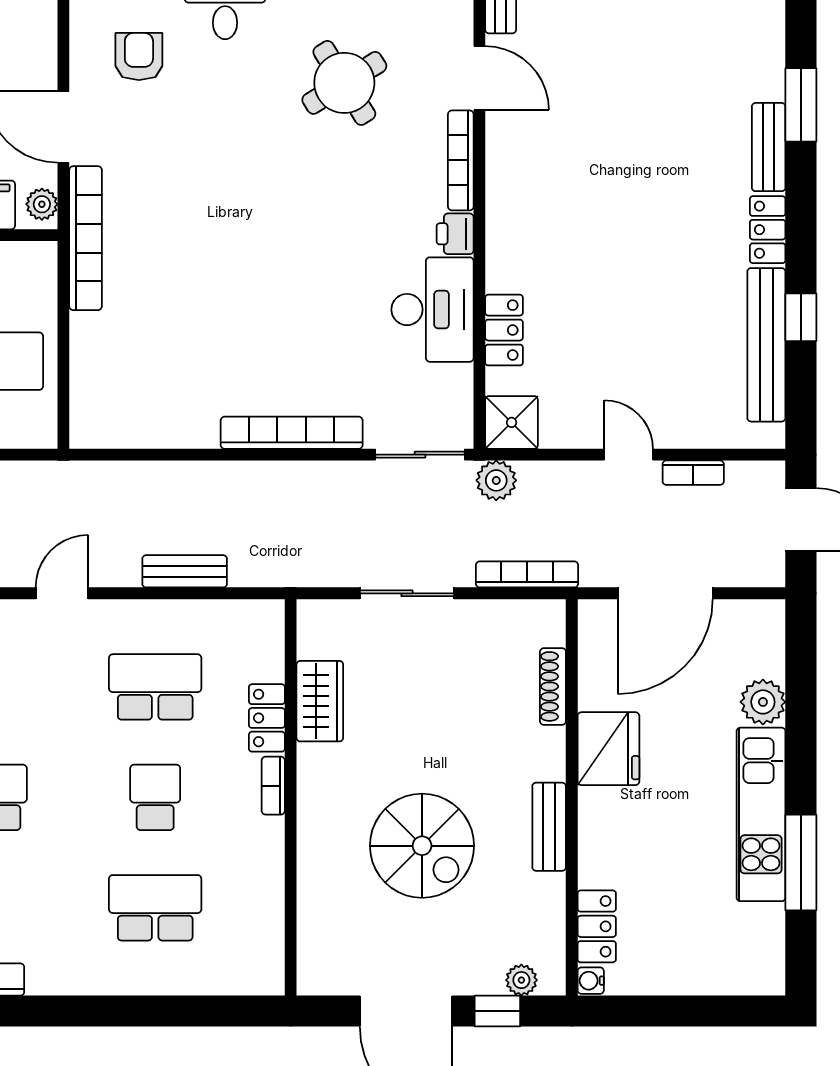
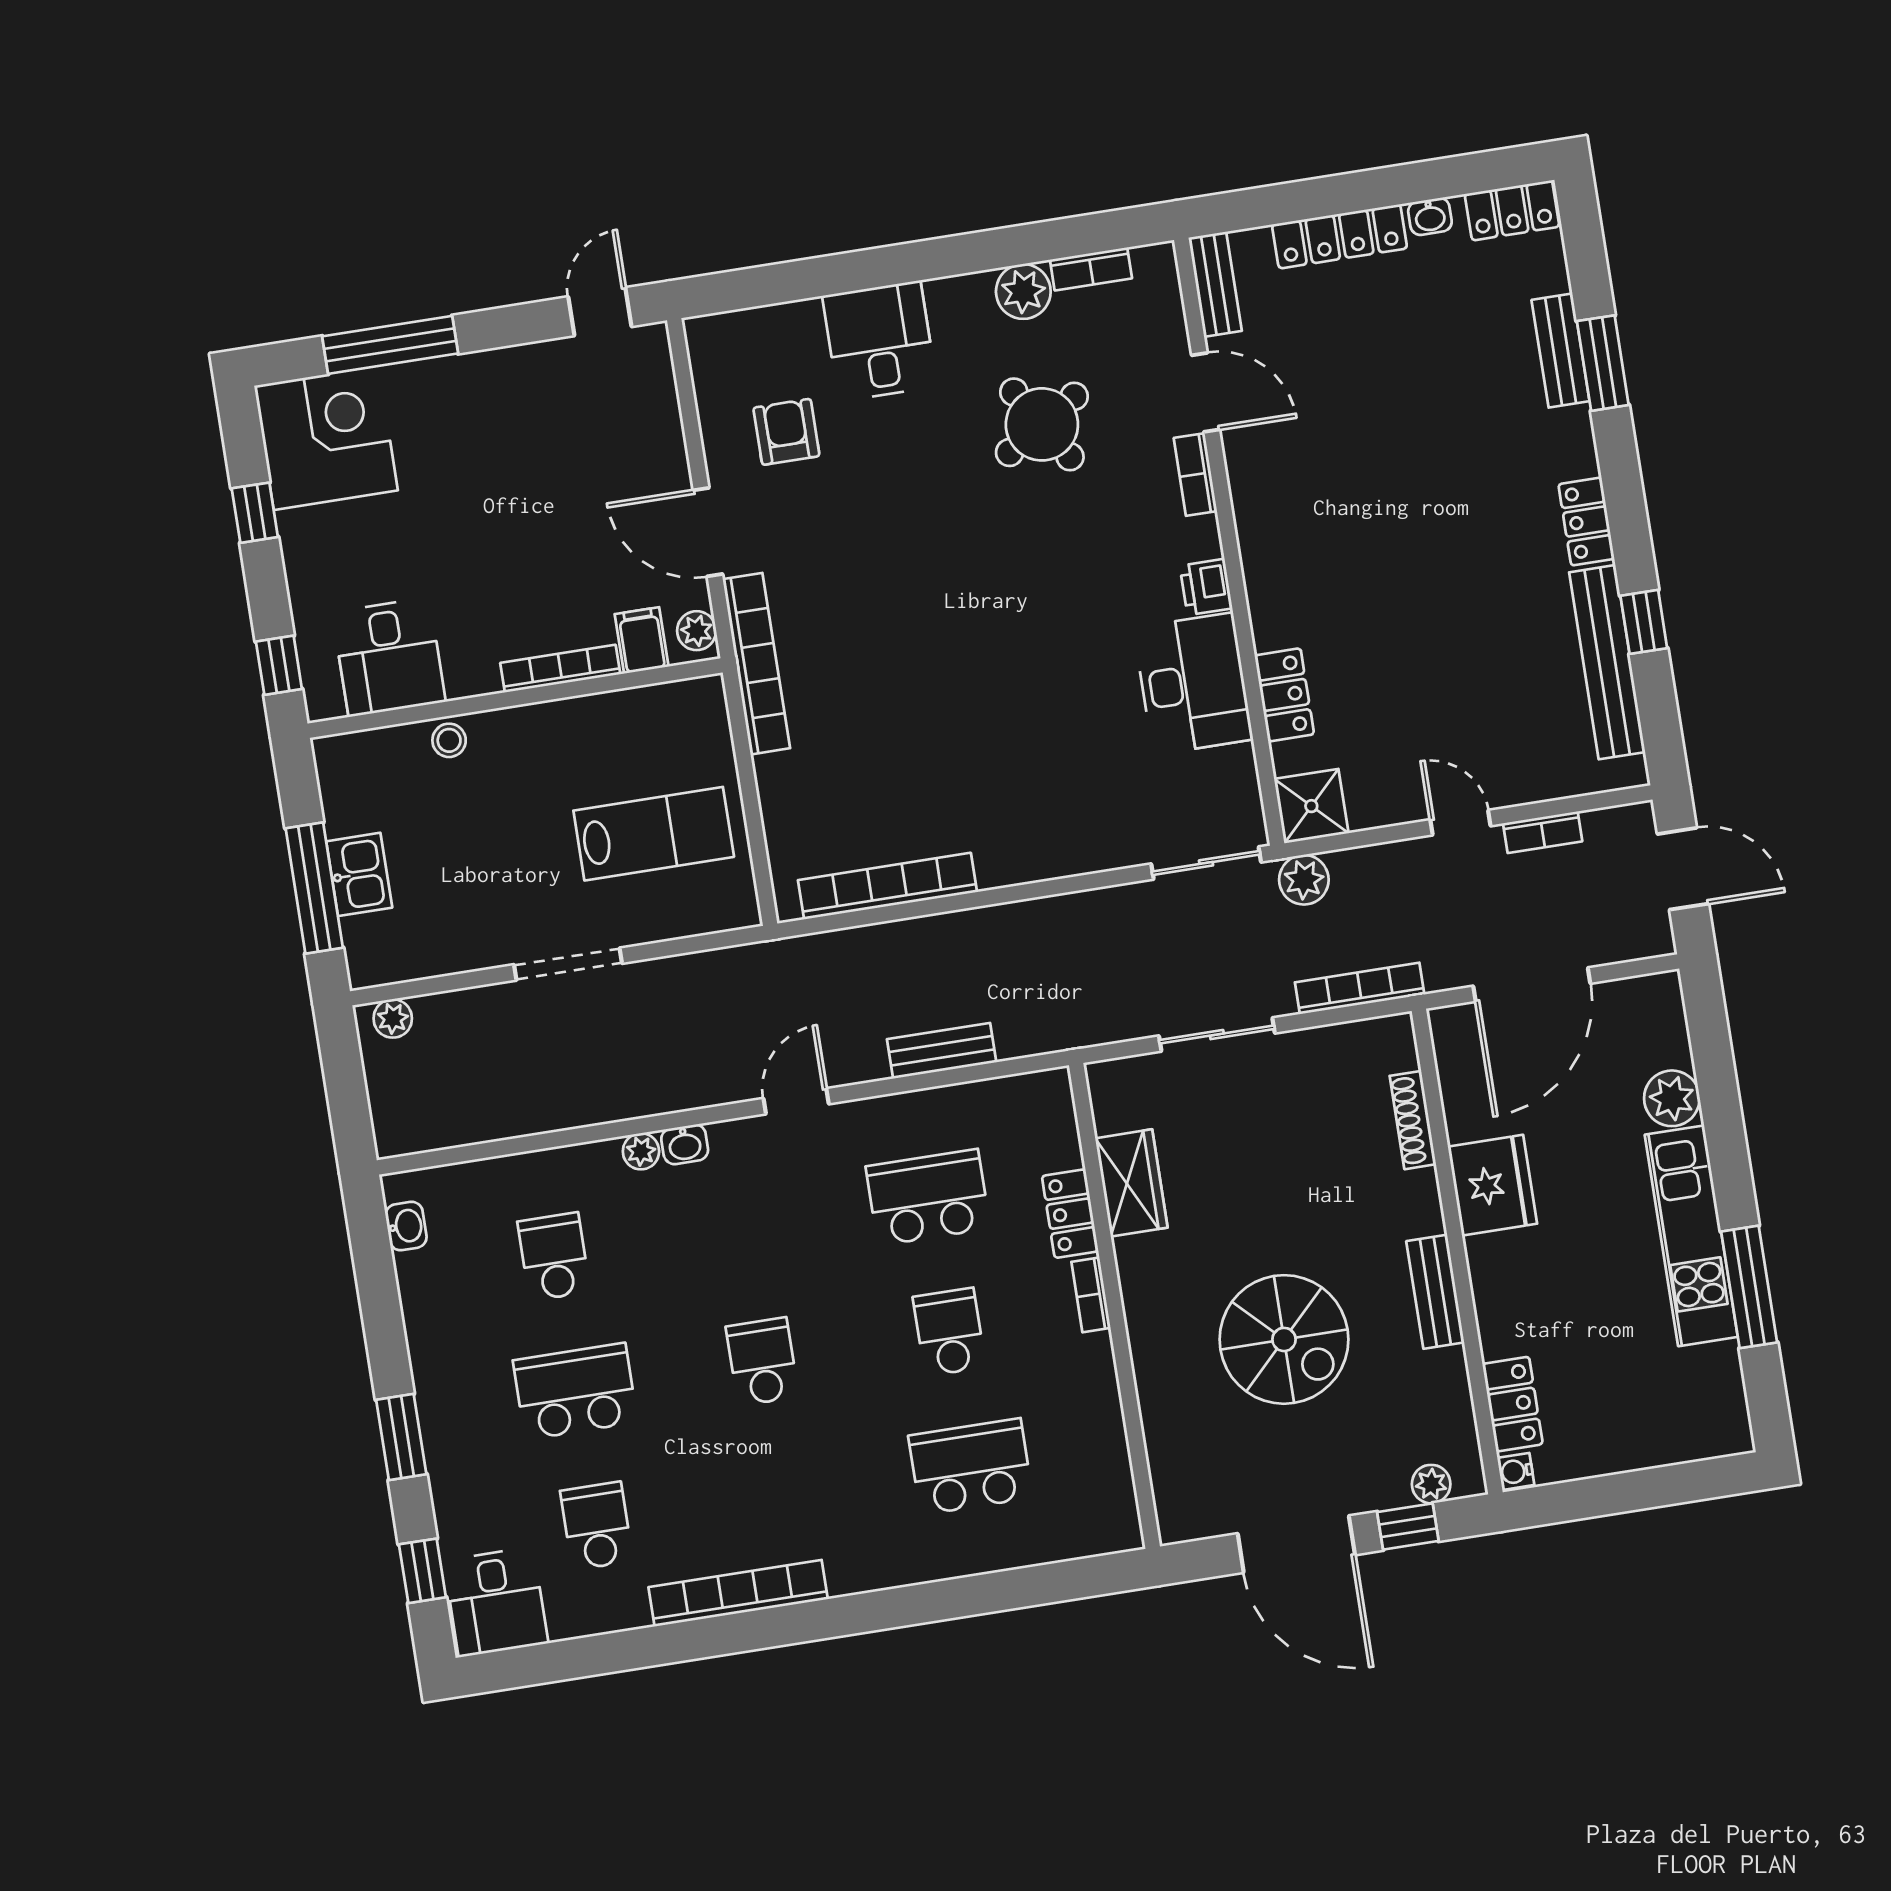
bench: (769, 147) -> (1561, 351), moved
bookcase: (461, 160) -> (1195, 474), width x0.64
bookcase: (292, 433) -> (887, 886), moved

